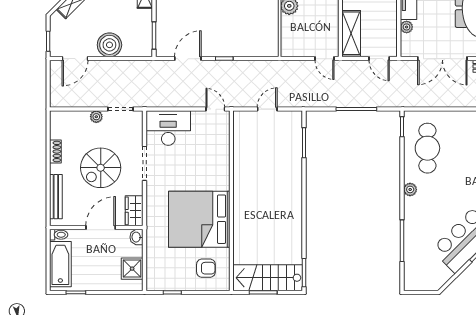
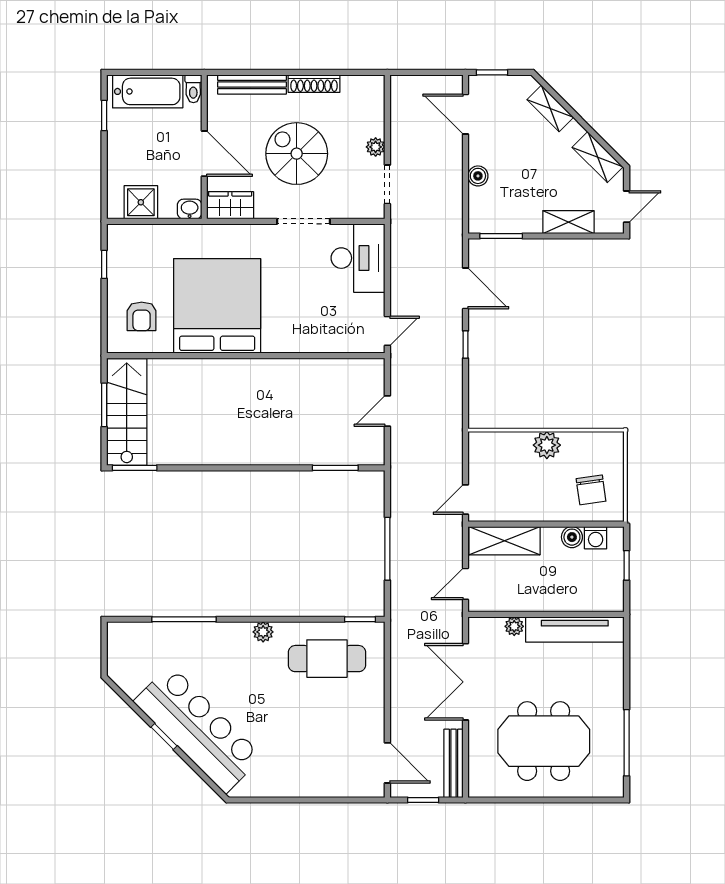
boiler: (109, 45) -> (478, 176), width x0.54, depth x0.54
door: (267, 109) -> (387, 411), swing flipped
shoe rack: (55, 152) -> (314, 84), width x1.43

